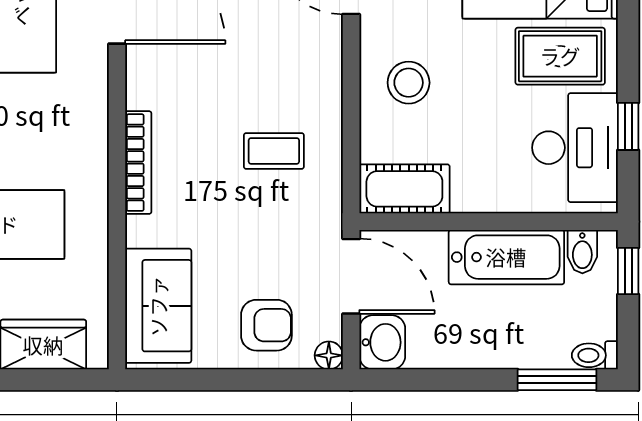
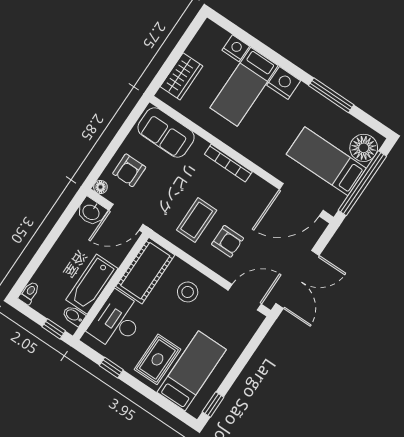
armchair: (274, 73) -> (228, 241), added
desk: (575, 148) -> (117, 321), moved, turned 90
coffee table: (274, 151) -> (197, 220), width x1.36, depth x1.30
cot: (404, 189) -> (145, 271), width x1.37, depth x1.34
window: (557, 380) -> (30, 271), removed

